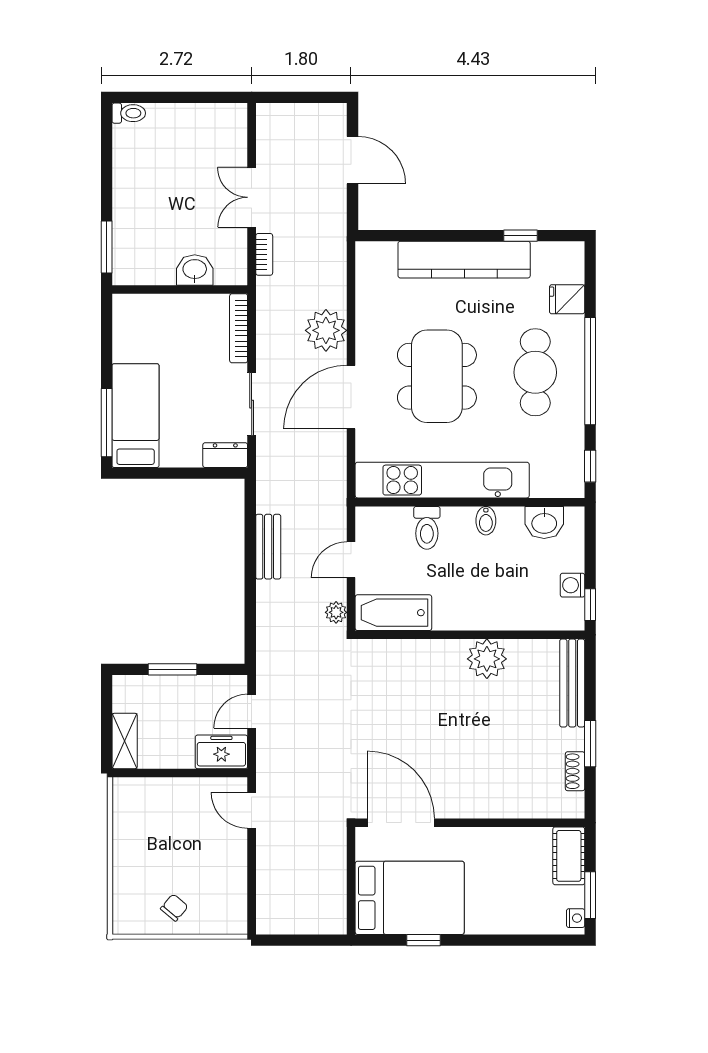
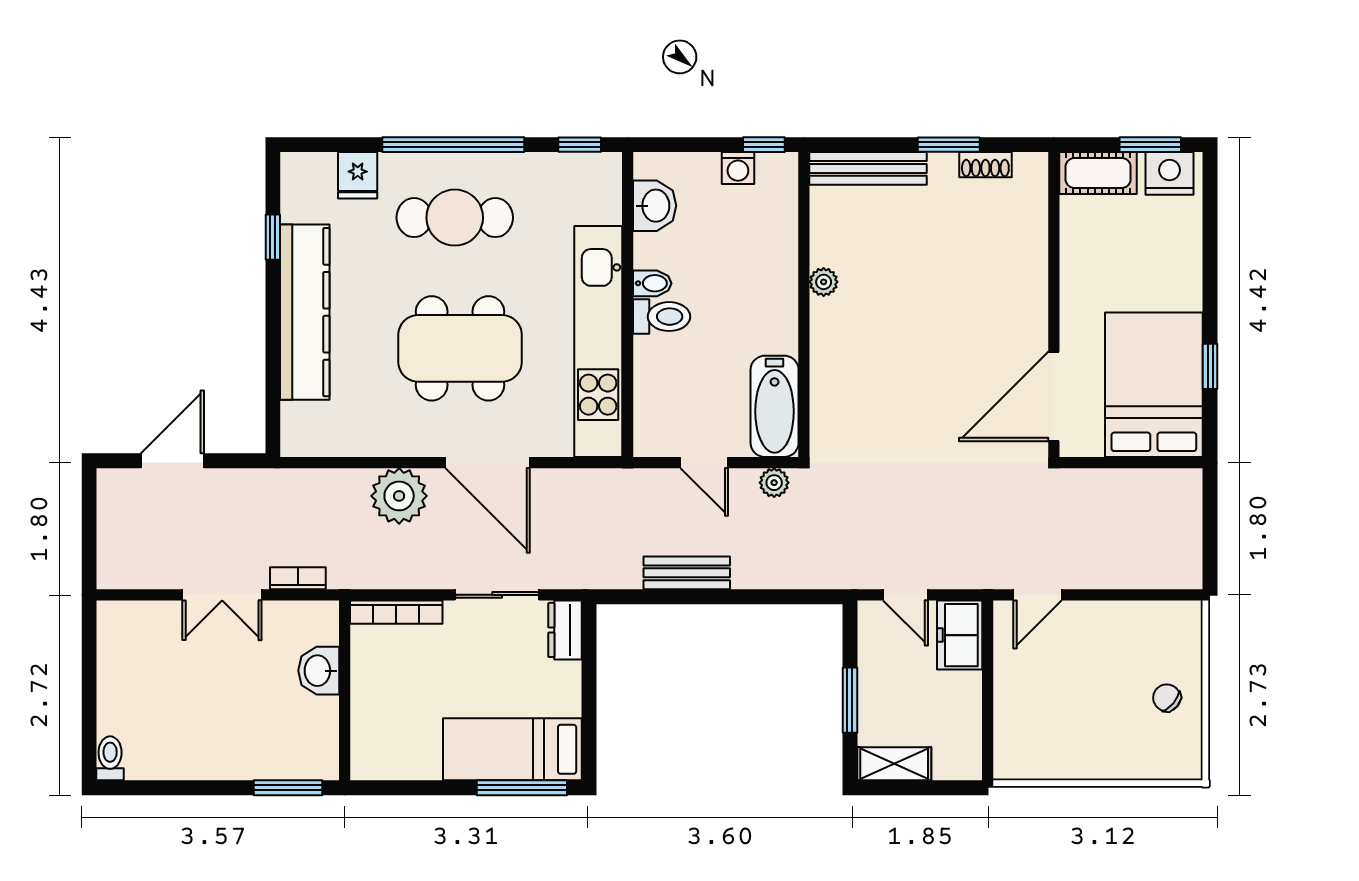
toilet: (427, 528) -> (662, 317), moved
plant: (487, 659) -> (824, 282), width x0.53, depth x0.53
shelving: (125, 741) -> (894, 764), moved
nightstand: (576, 918) -> (1170, 173), width x1.89, depth x1.79

